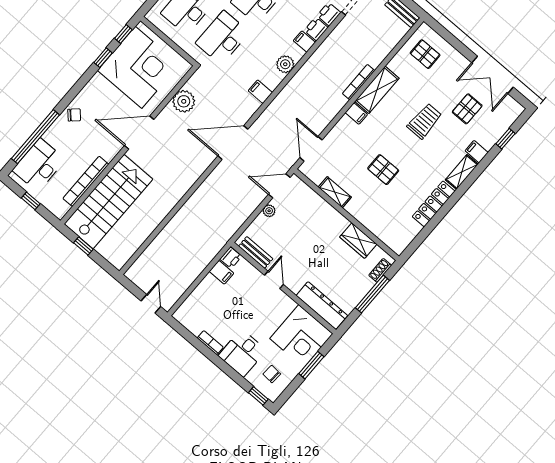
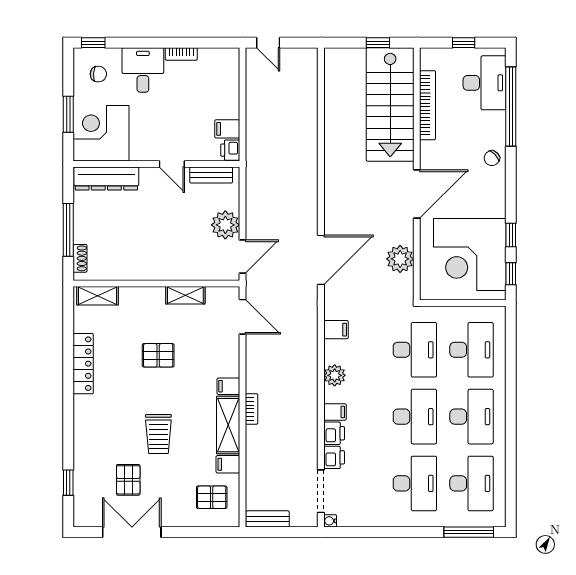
bookcase: (359, 82) -> (252, 409), width x0.64
filing cabinet: (477, 152) -> (228, 464), moved, turned 180
shelving: (462, 172) -> (97, 296), moved, turned 90
plant: (269, 211) -> (225, 225), width x1.88, depth x1.88
wardrobe: (358, 241) -> (124, 269), removed

